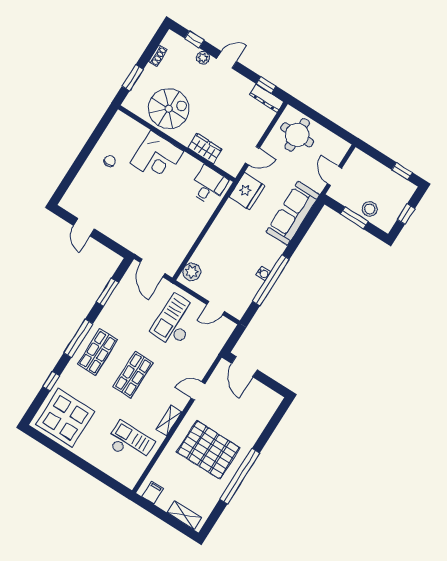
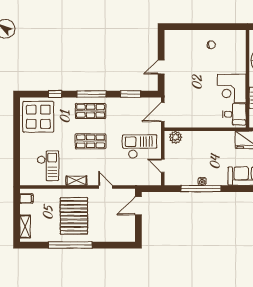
corner desk: (157, 157) -> (232, 88), moved
door: (84, 227) -> (161, 67), moved

